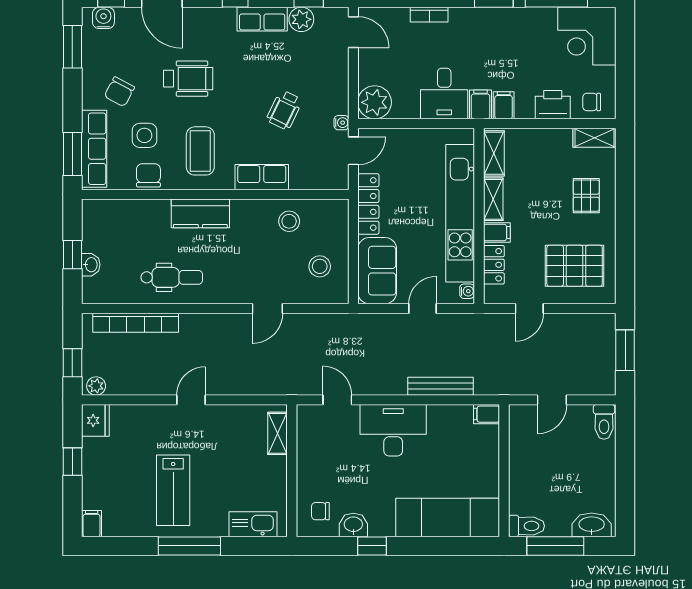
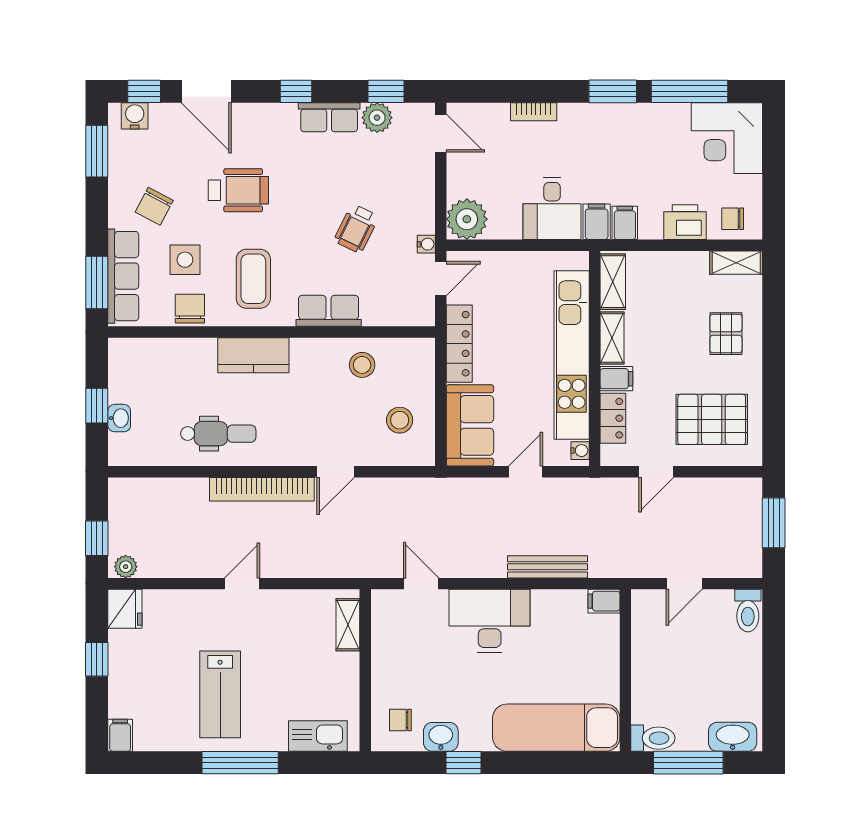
bookcase: (136, 323) -> (262, 489), moved

